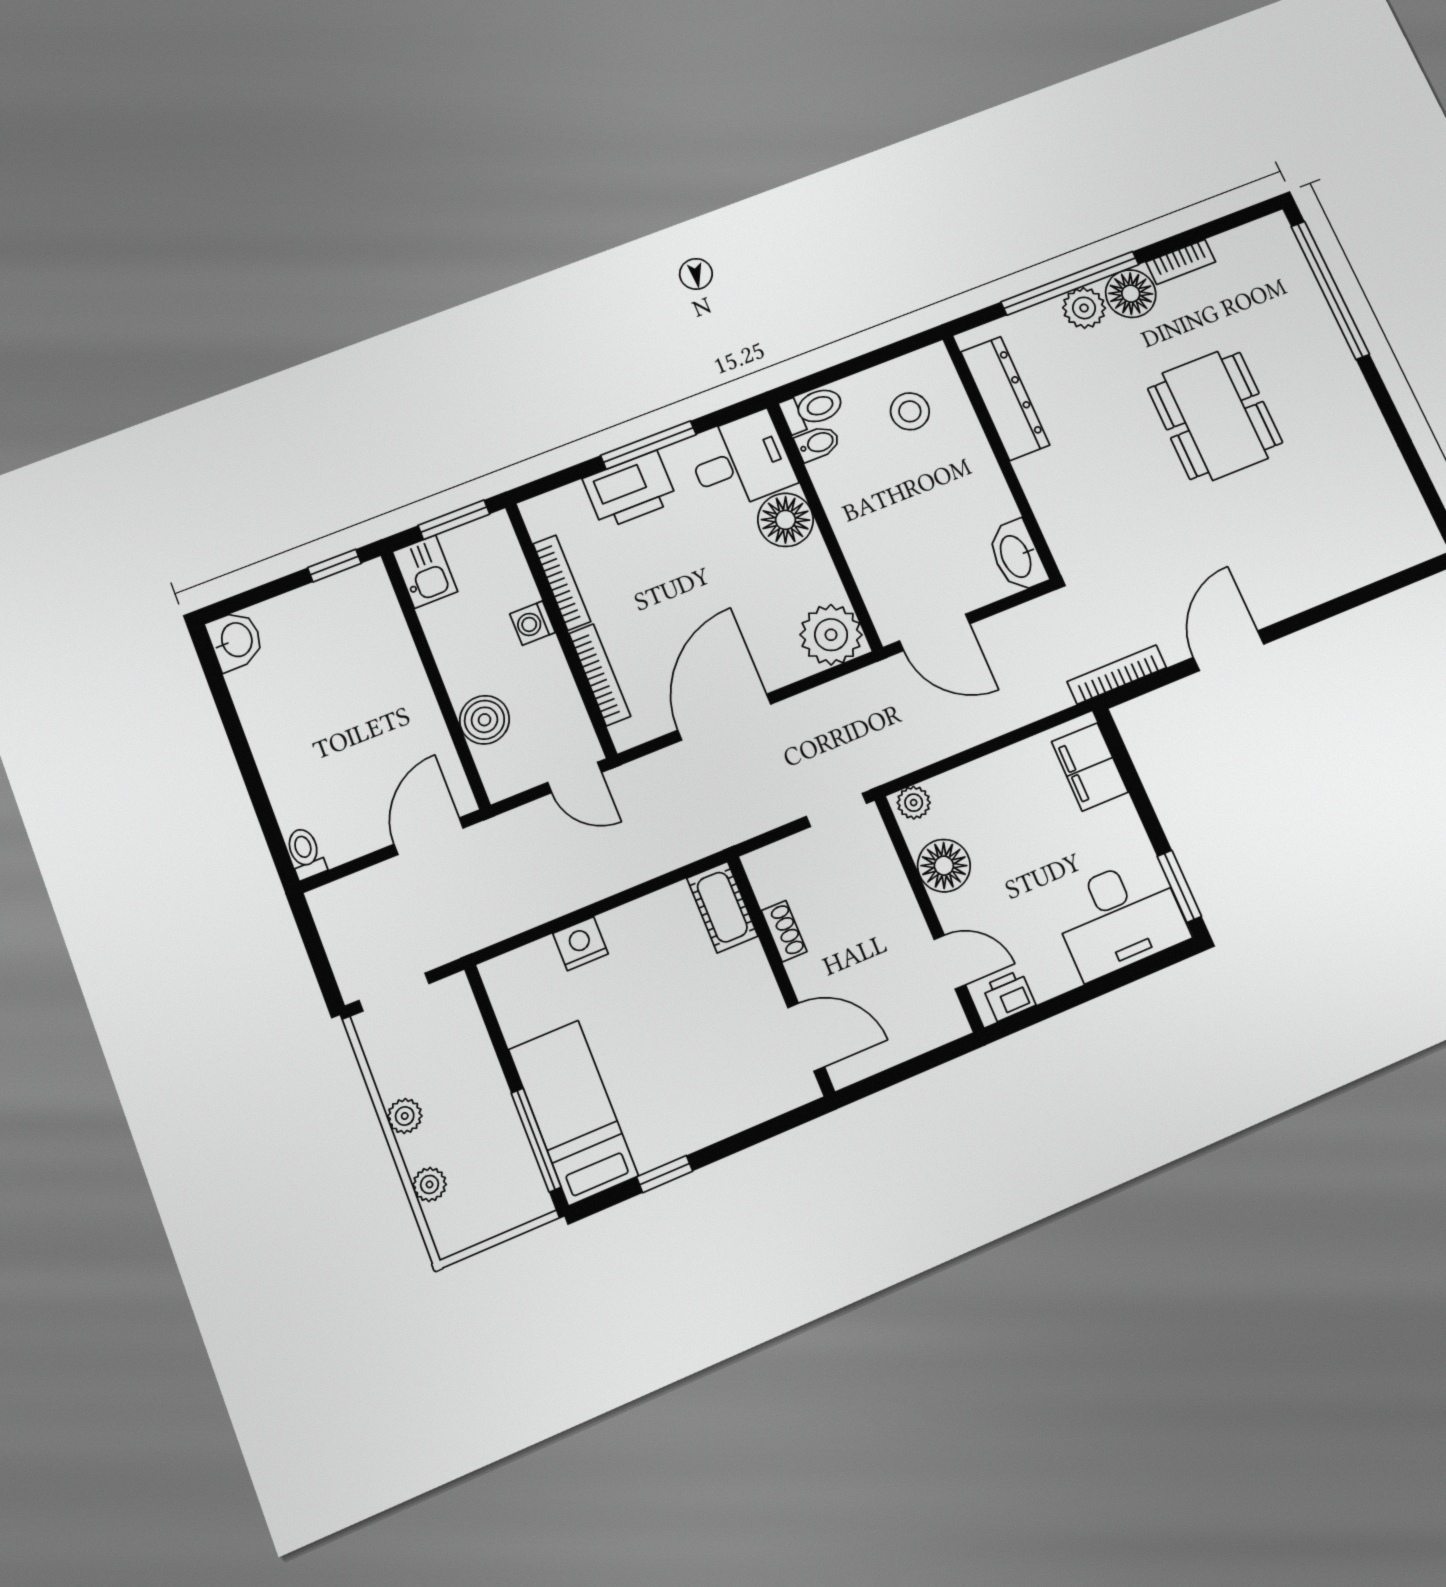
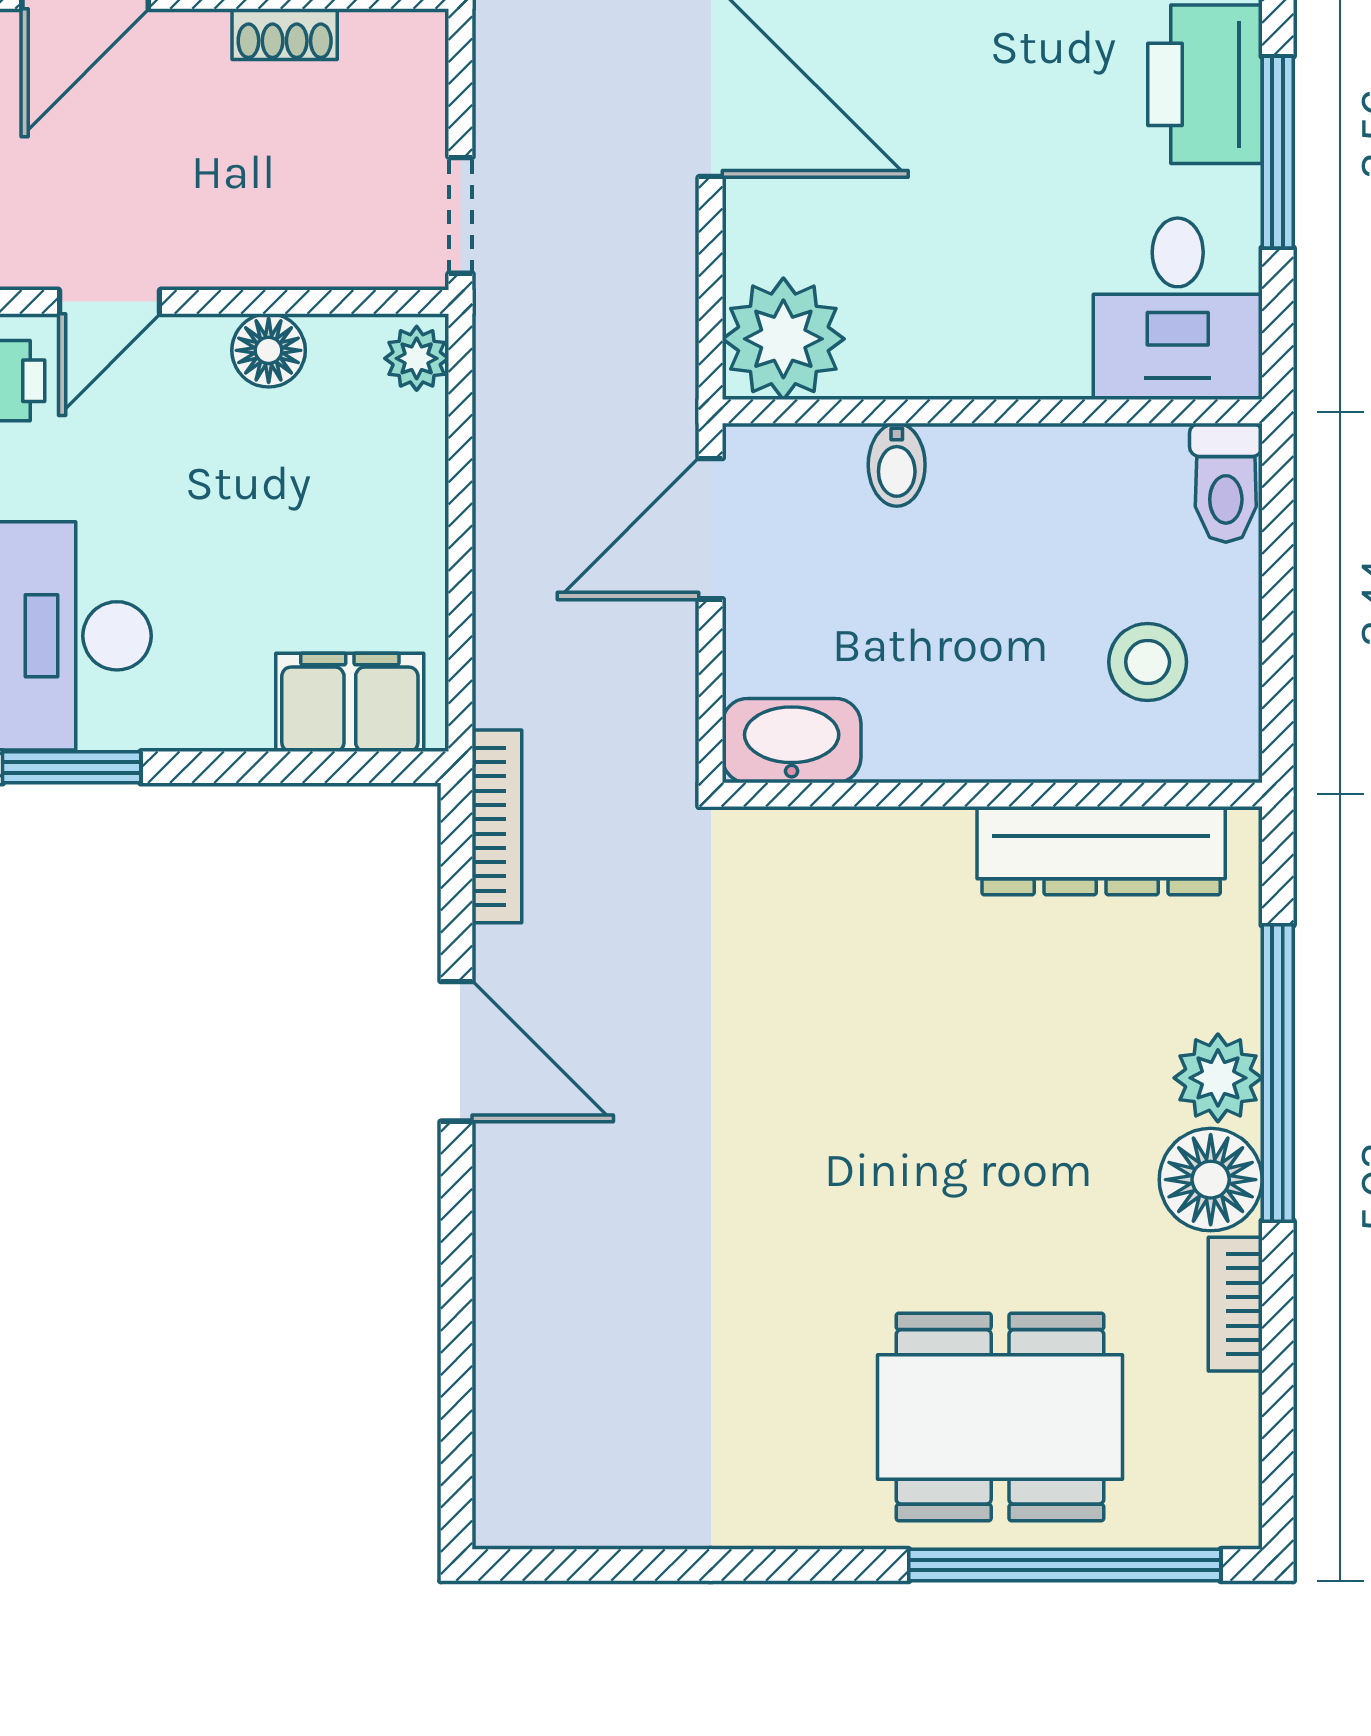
dining table: (1215, 416) -> (1000, 1417), moved
bidet: (818, 443) -> (897, 465), moved
floor lamp: (785, 520) -> (1033, 345), removed
floor lamp: (944, 866) -> (269, 350), width x0.73, depth x0.73

